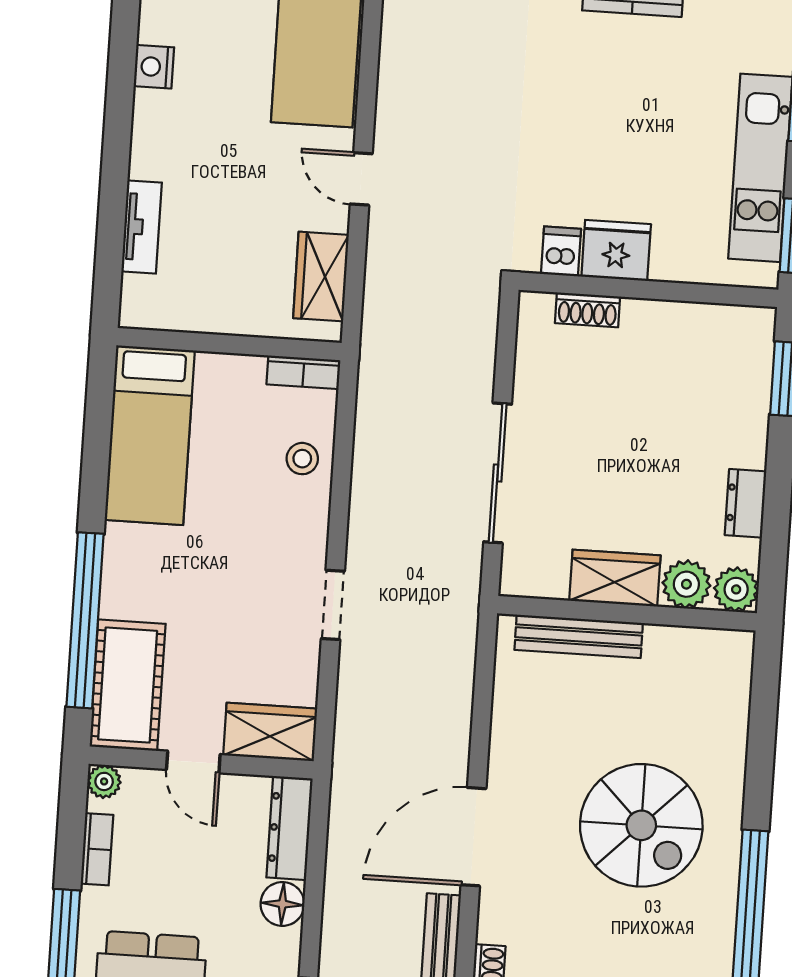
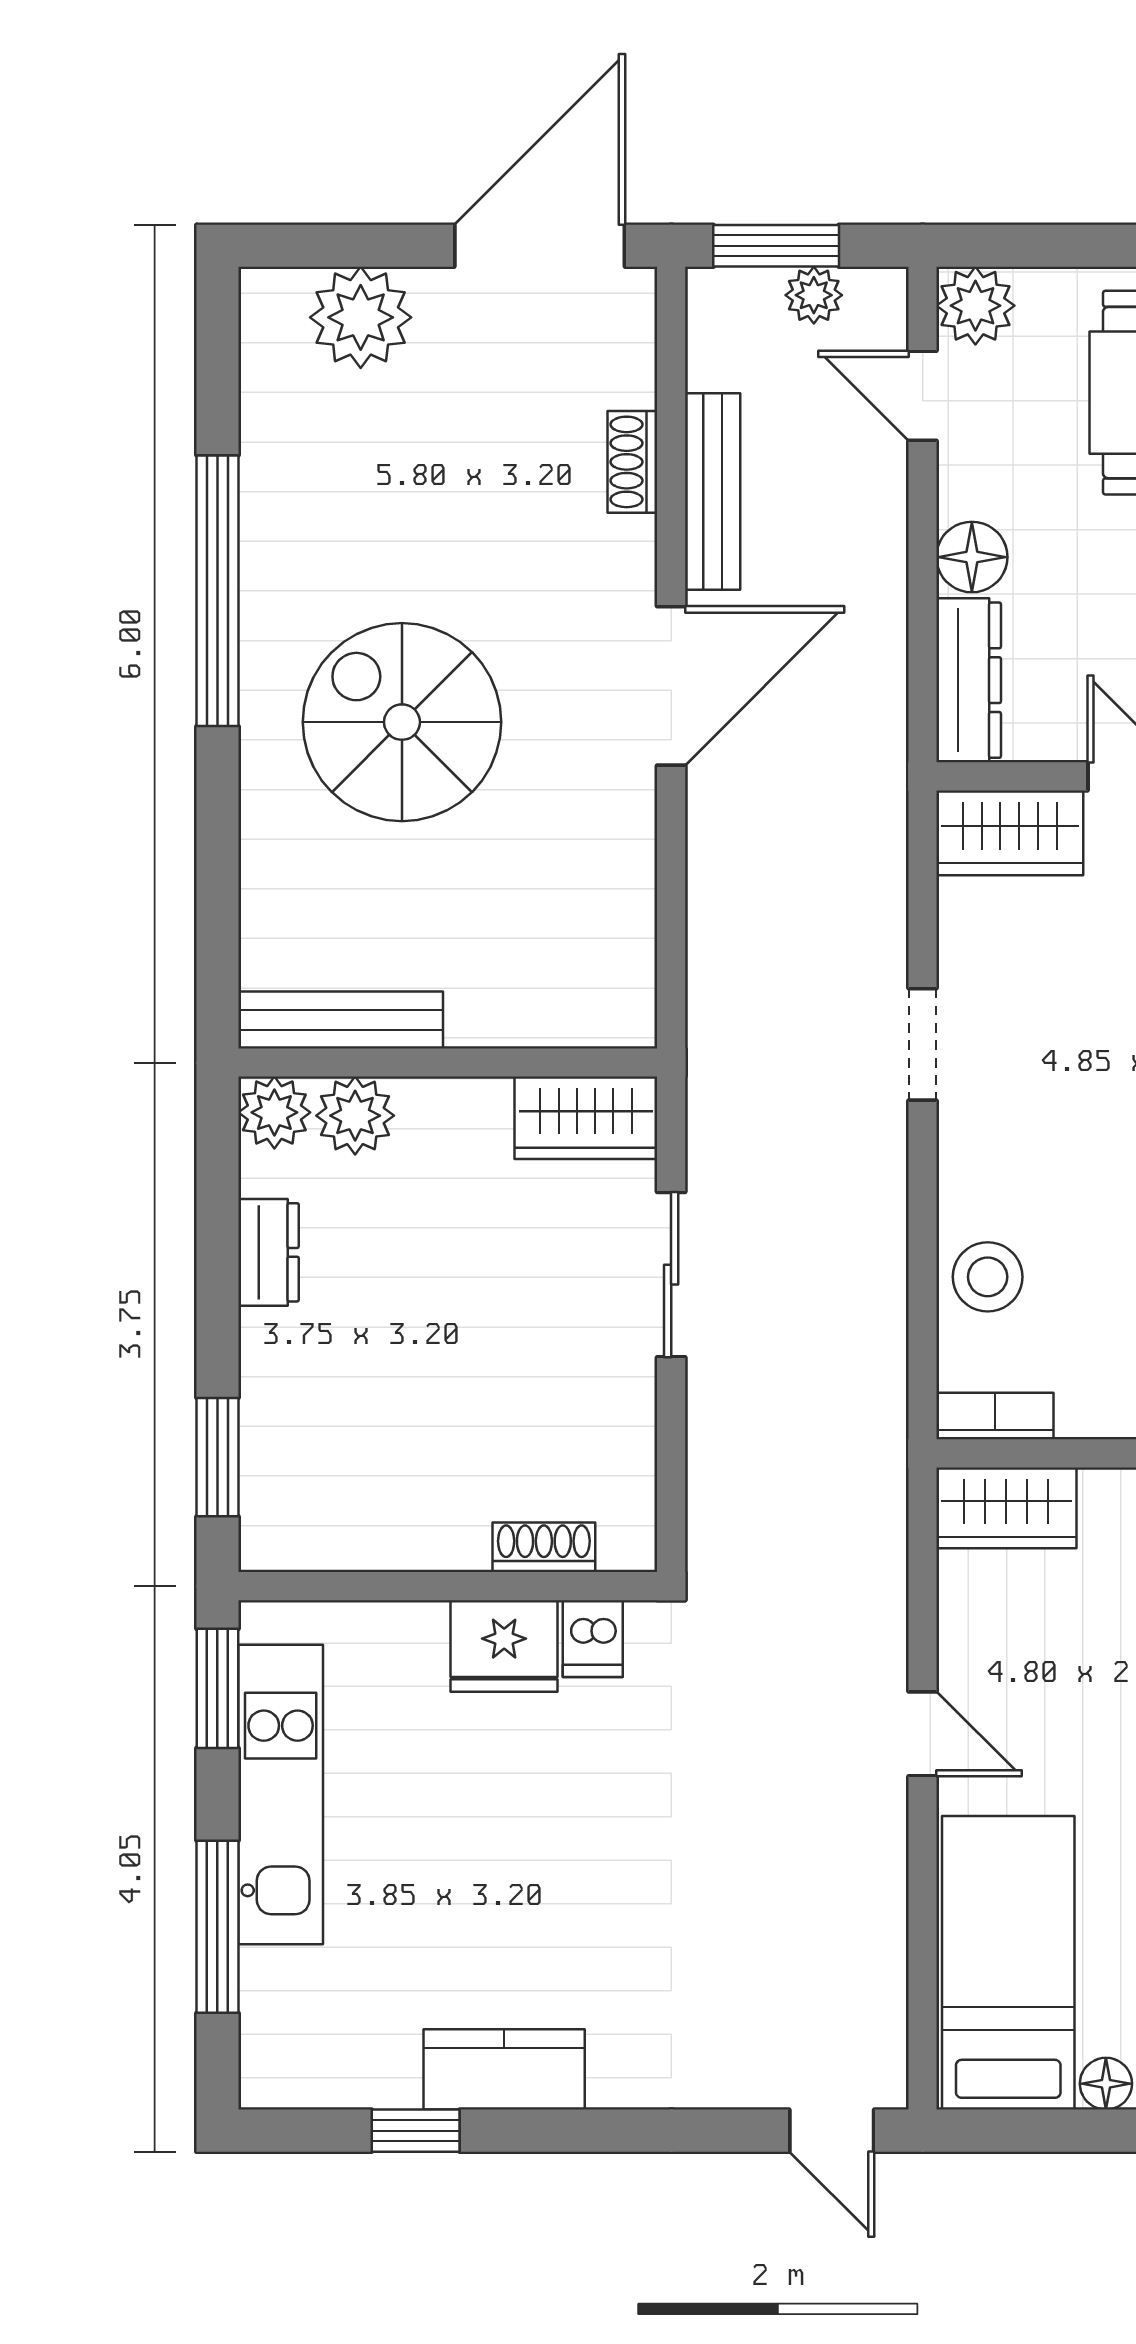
wardrobe: (321, 277) -> (1006, 1508), moved, turned 90
stool: (302, 459) -> (988, 1277), width x1.37, depth x1.37
sliding door: (498, 473) -> (671, 1275), width x0.73
wardrobe: (615, 578) -> (586, 1118), moved
bench: (579, 636) -> (341, 1020), moved

